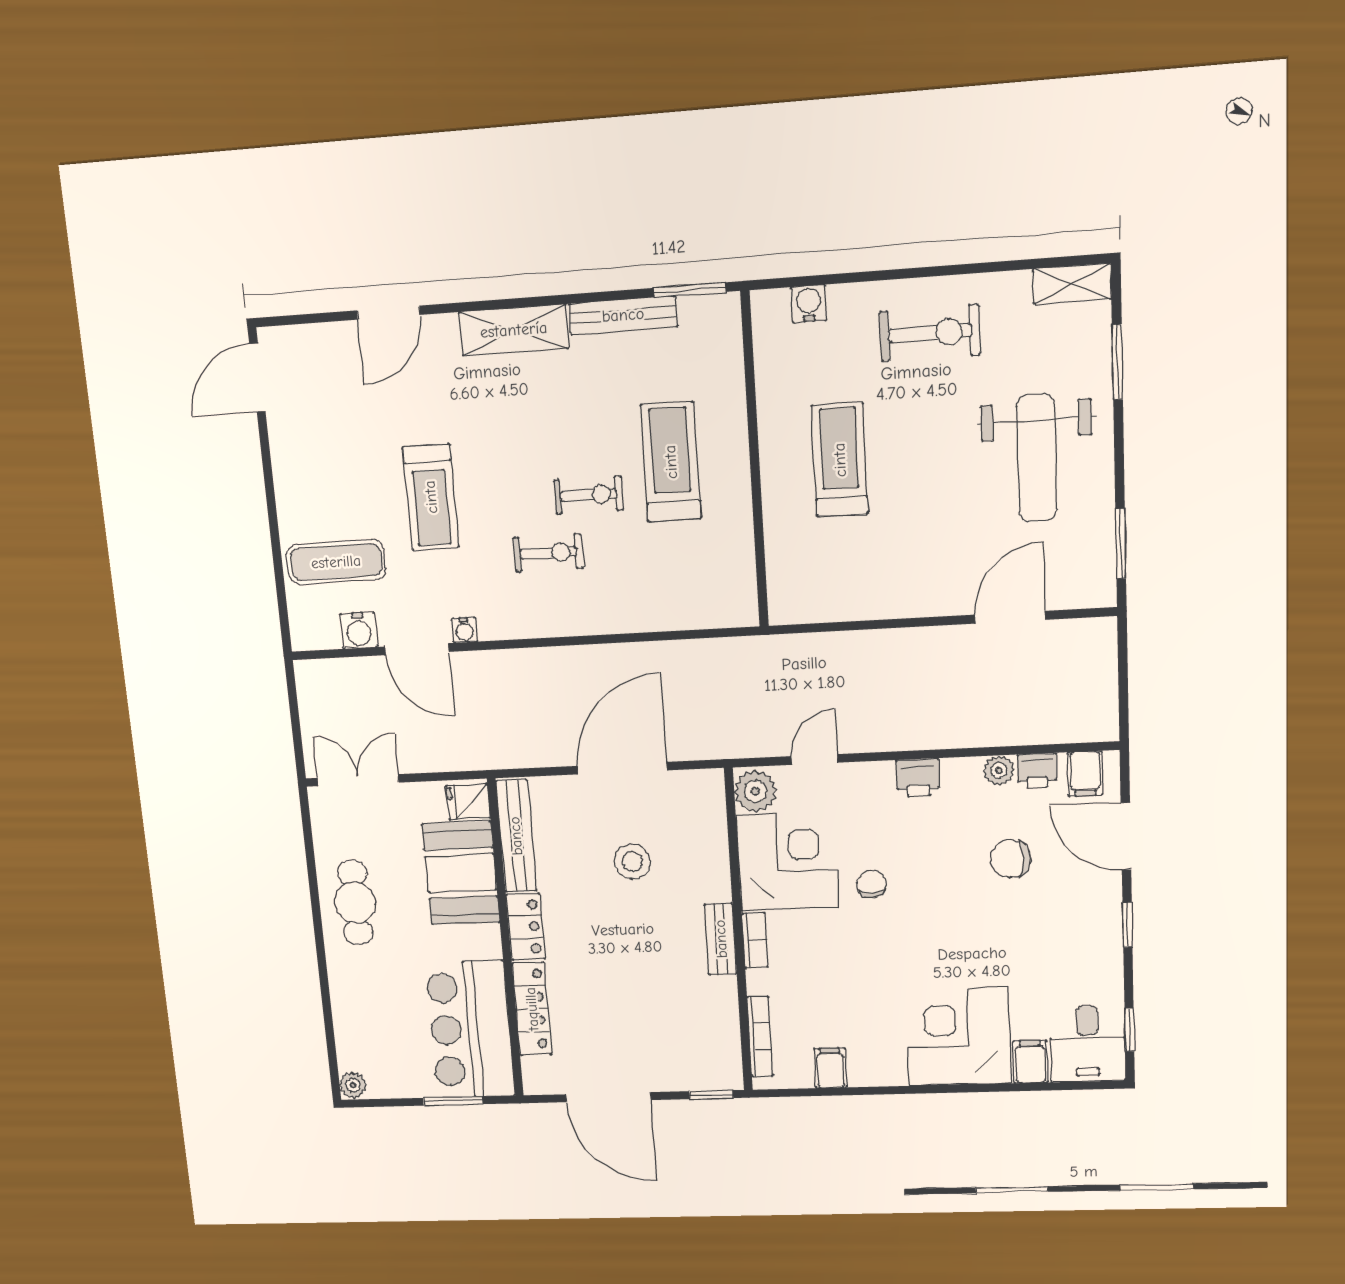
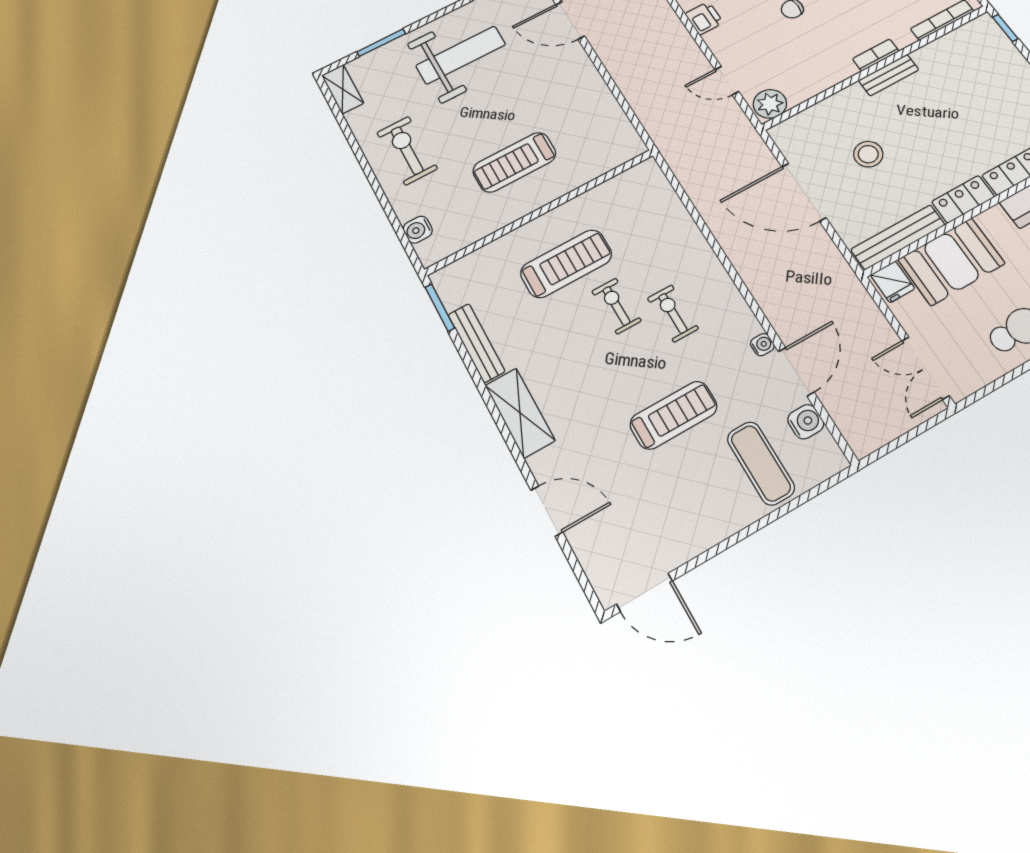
treadmill: (671, 462) -> (566, 264), turned 180
corner desk: (788, 861) -> (807, 62), removed

